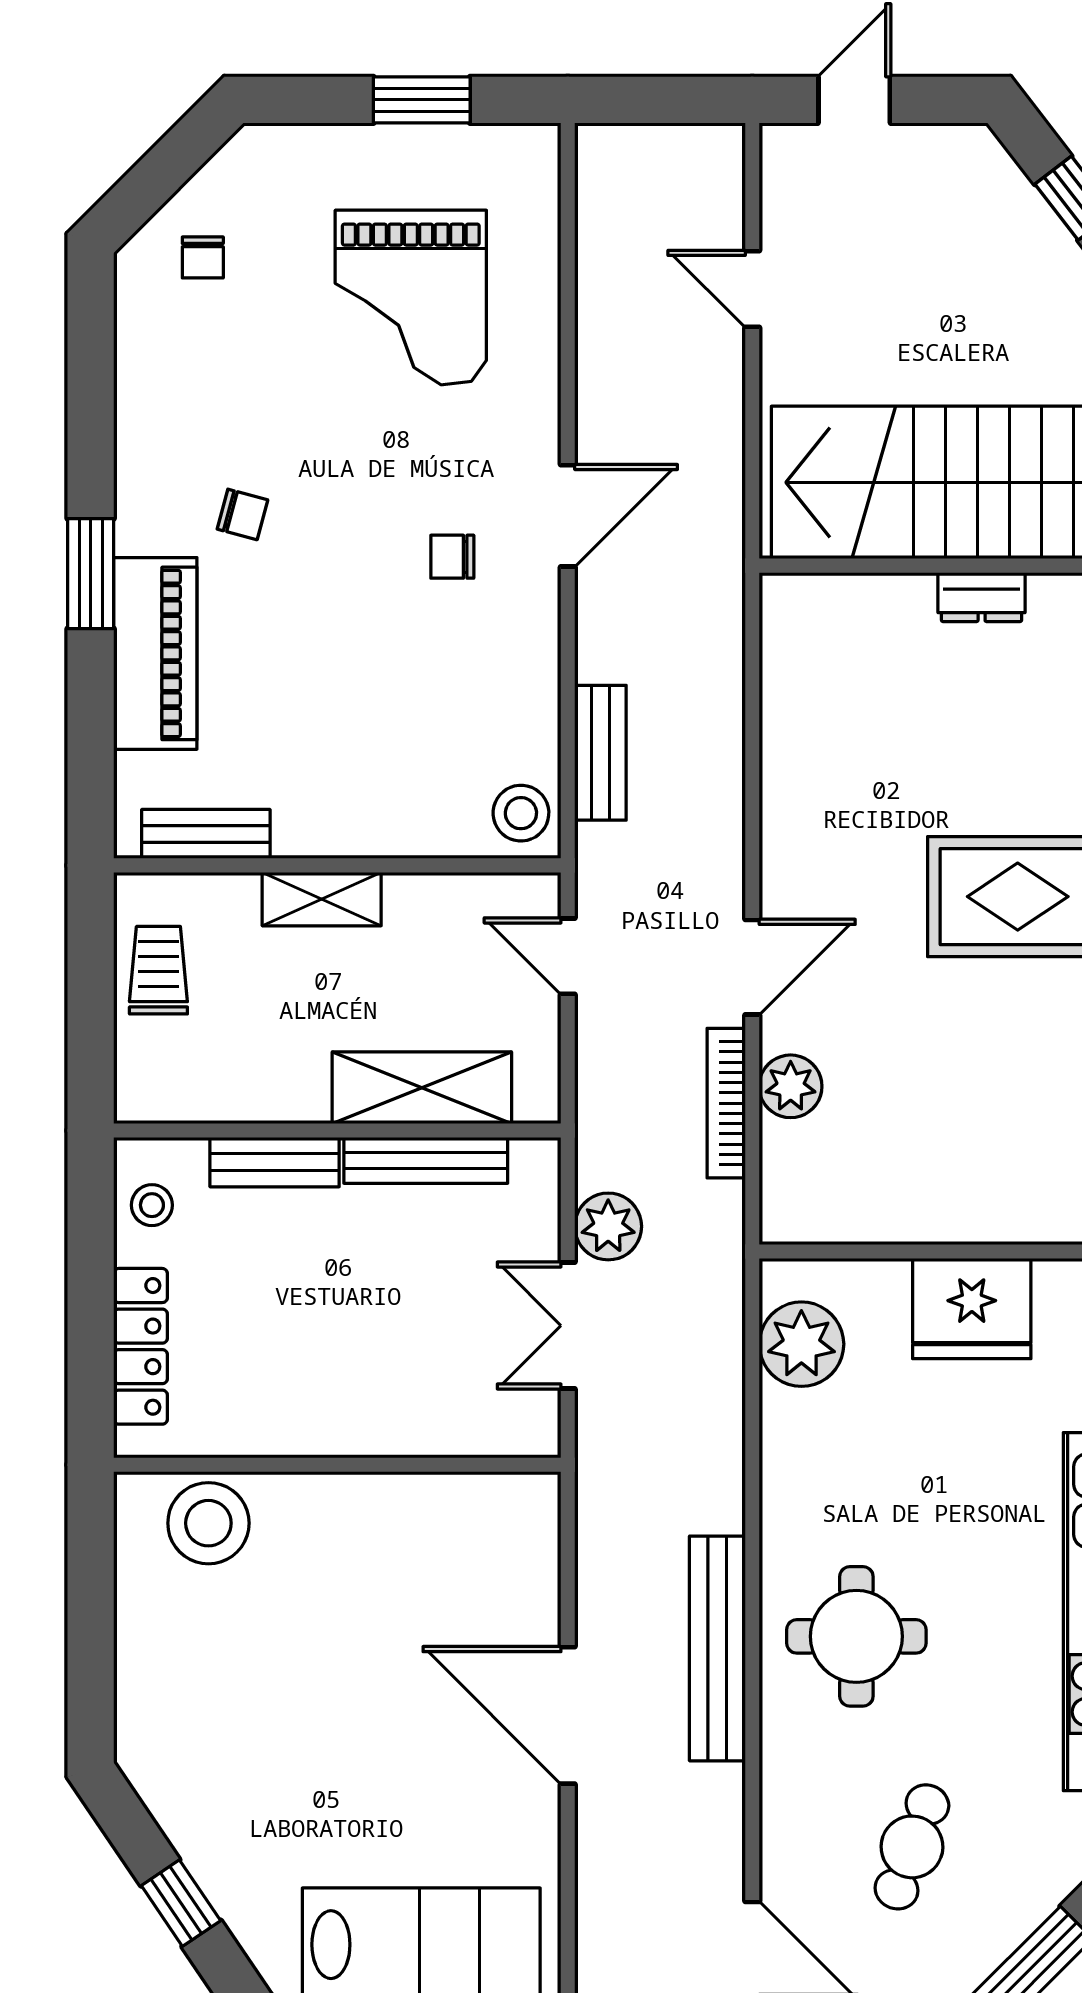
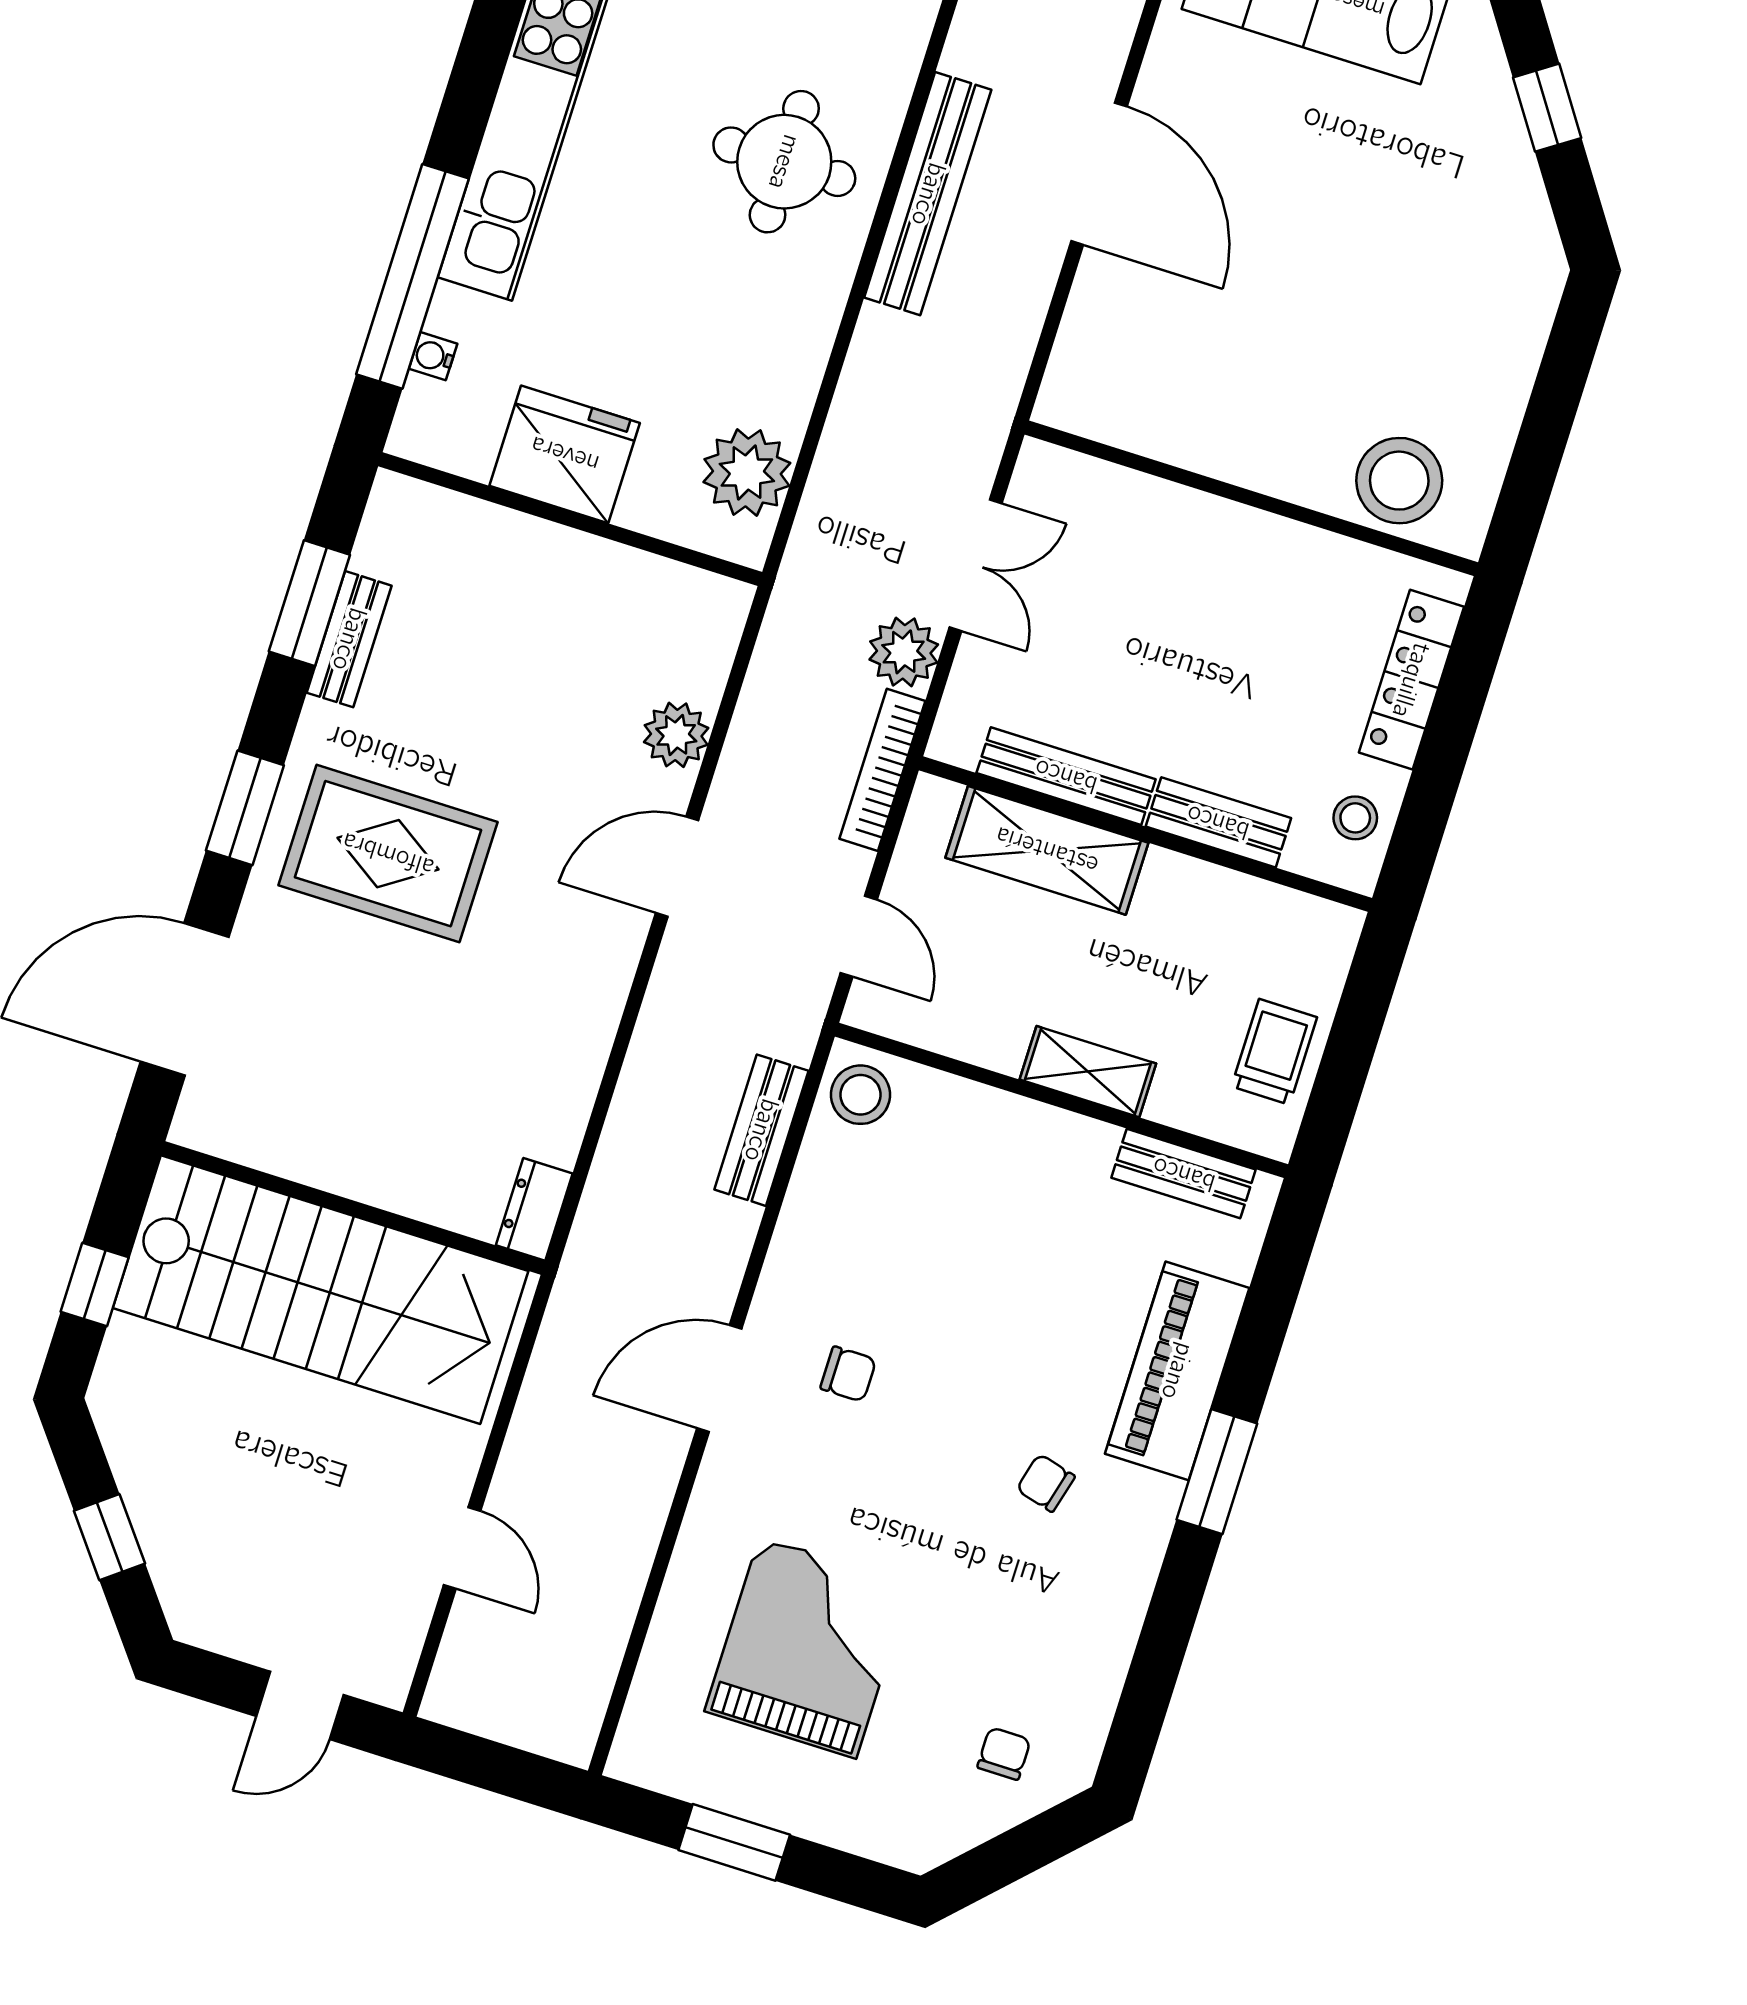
dresser: (982, 597) -> (534, 1209), moved, turned -90
trolley: (158, 970) -> (1274, 1052), turned 180
bookcase: (726, 1103) -> (882, 770), moved, turned 180

